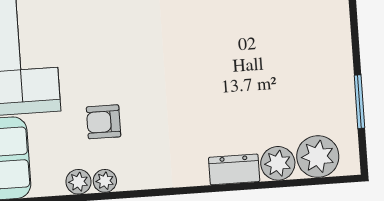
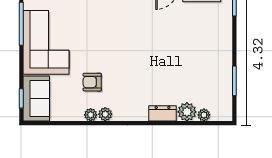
plant: (318, 157) -> (204, 115), width x0.53, depth x0.53
plant: (78, 182) -> (105, 114), moved

